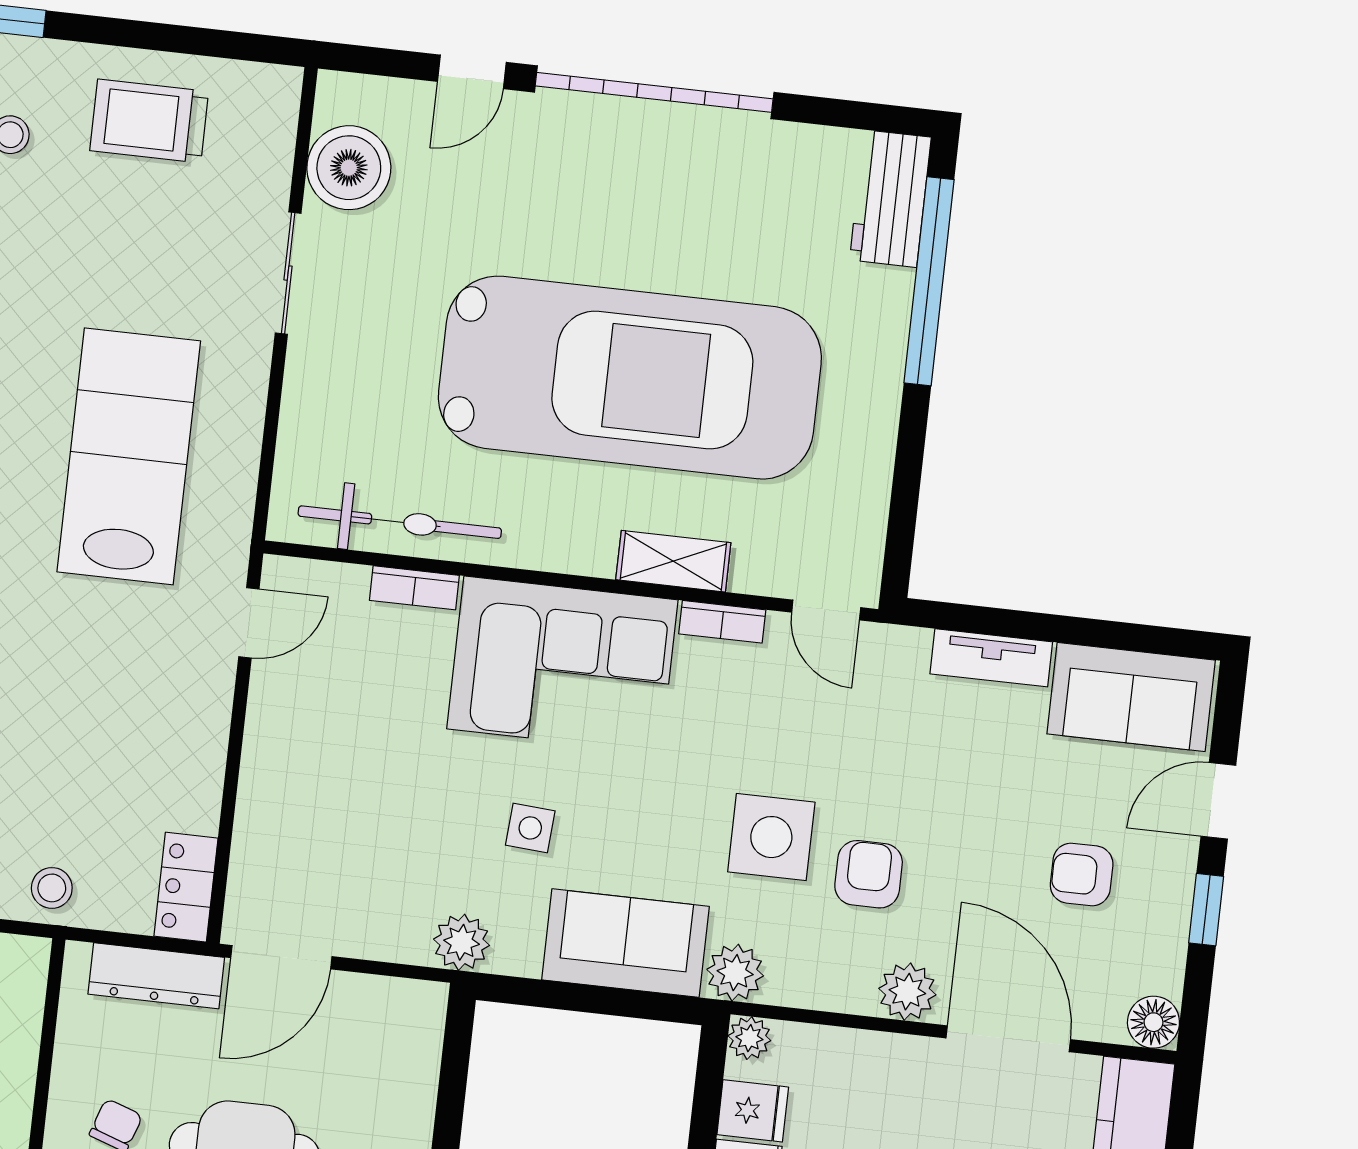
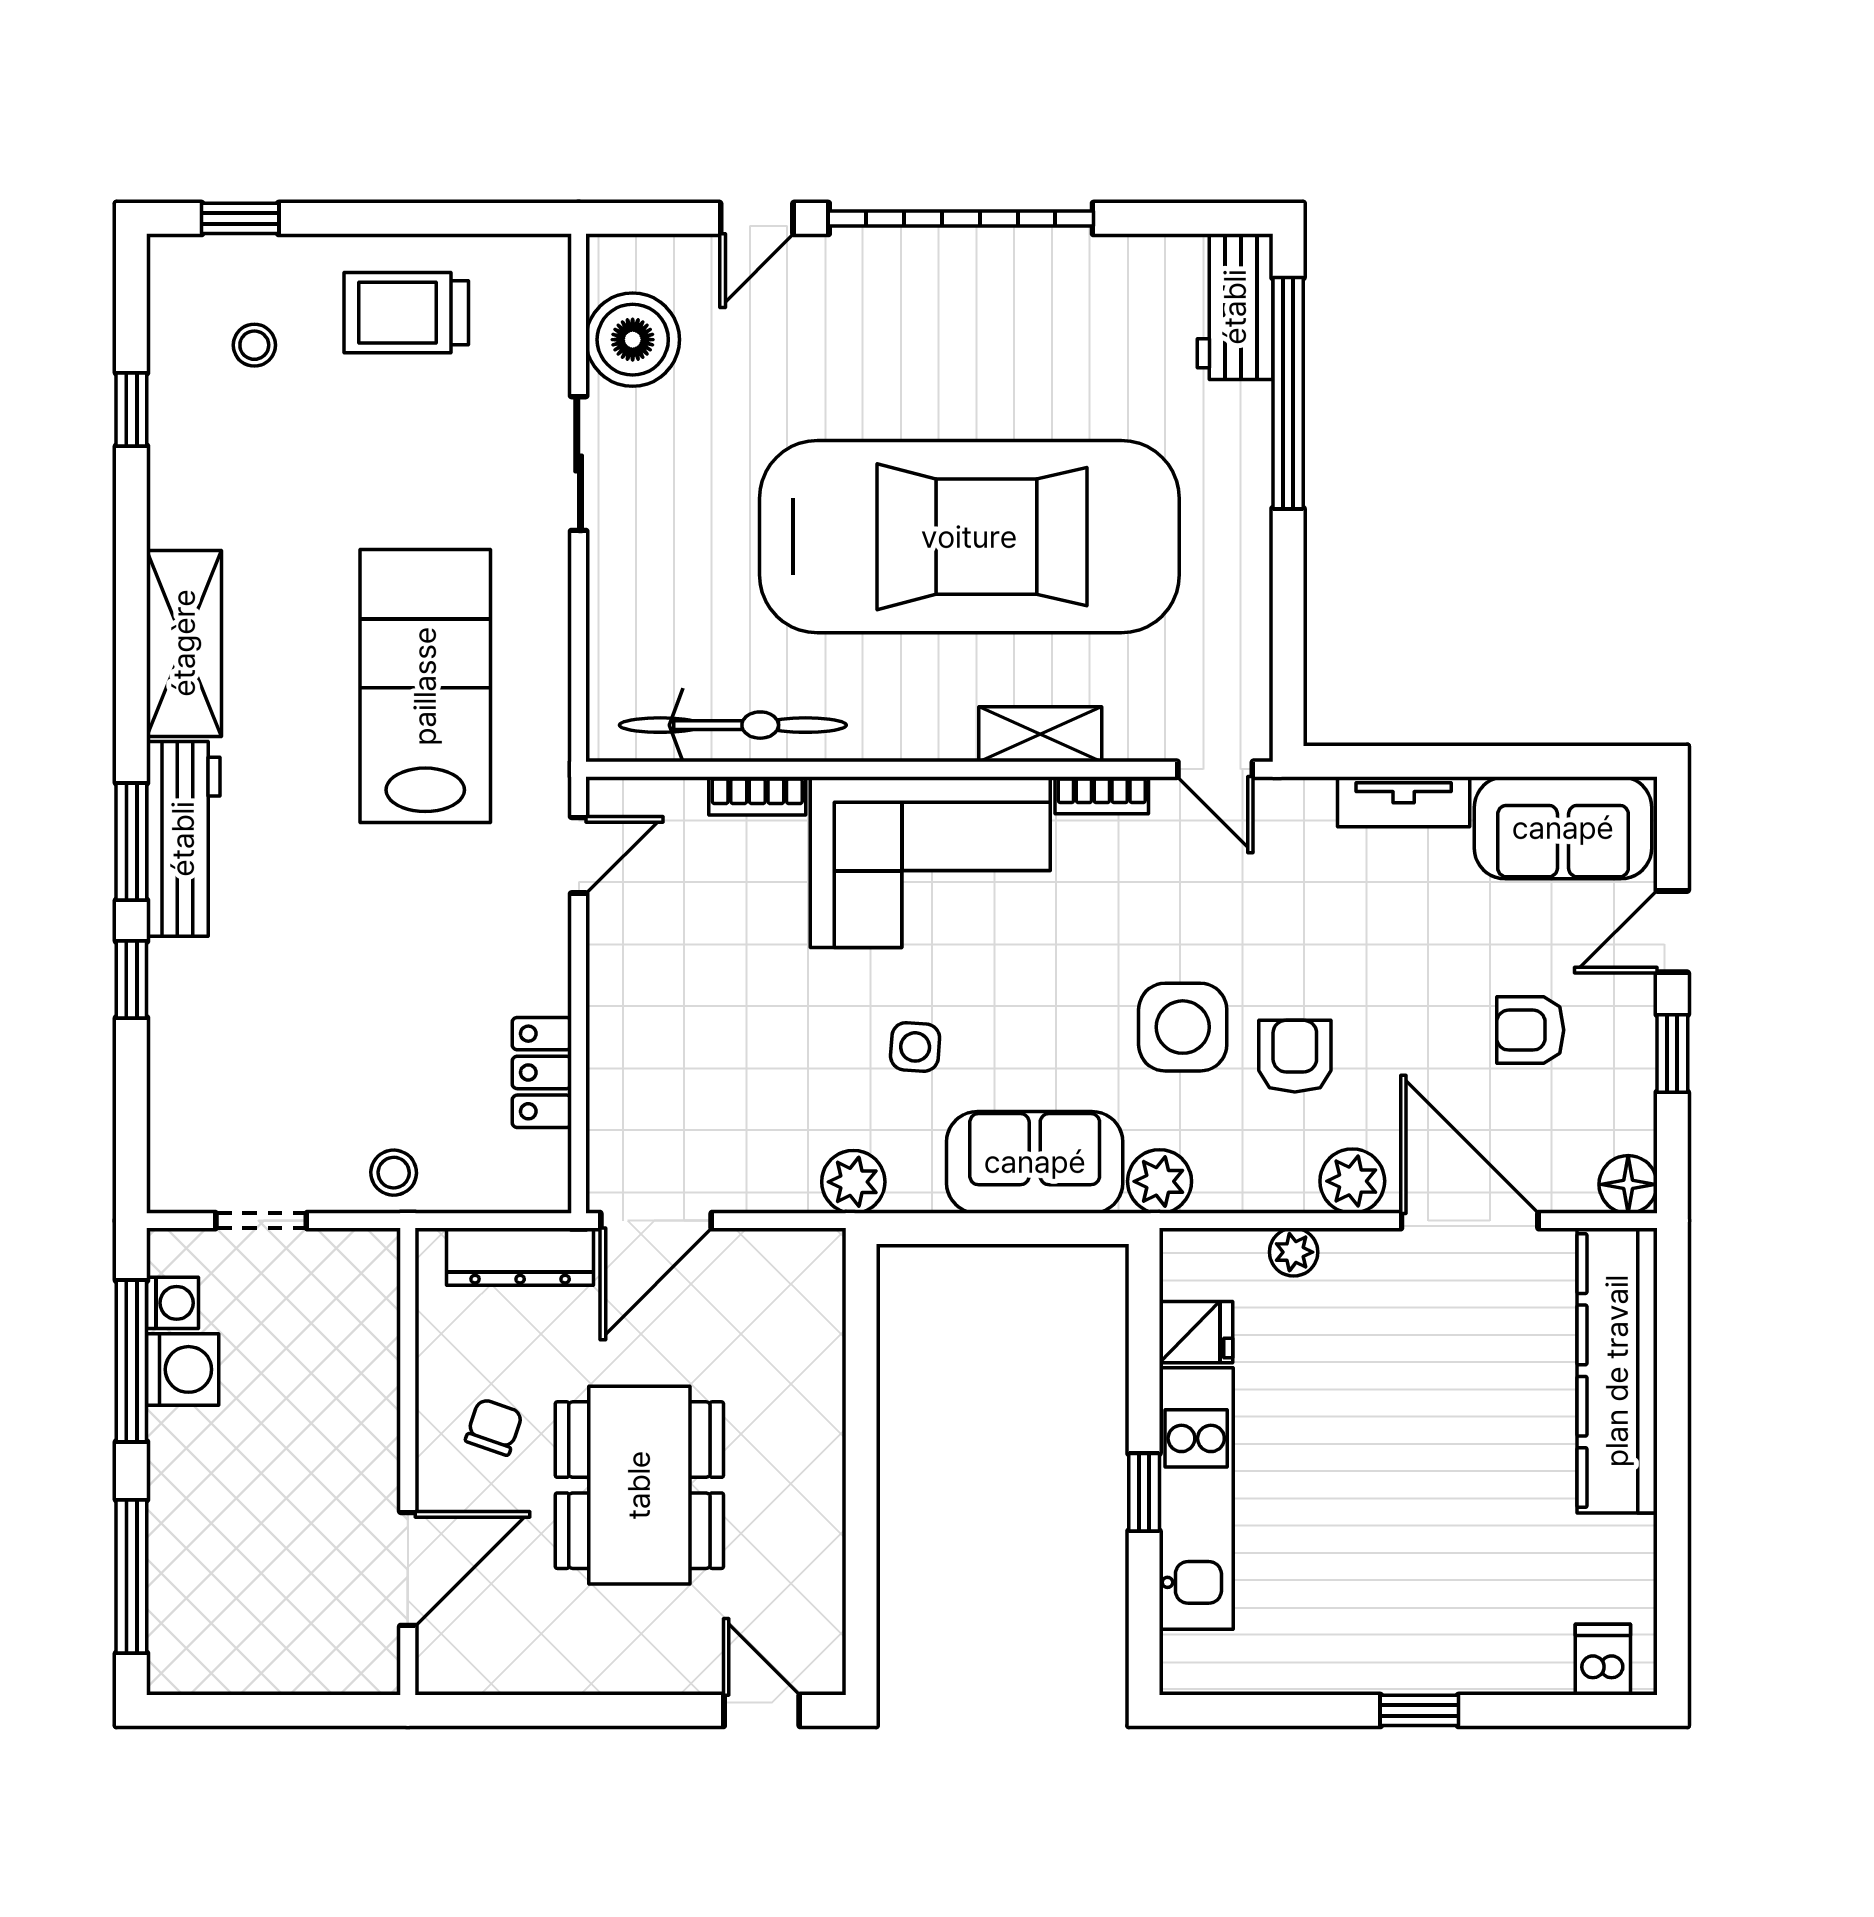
locker: (186, 887) -> (542, 1072), moved
plant: (749, 1038) -> (1294, 1252), moved

